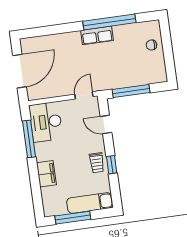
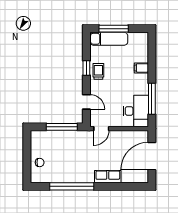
row of seats: (97, 35) -> (108, 177), moved
filing cabinet: (46, 174) -> (141, 68), width x0.50
window: (73, 218) -> (114, 29), moved

